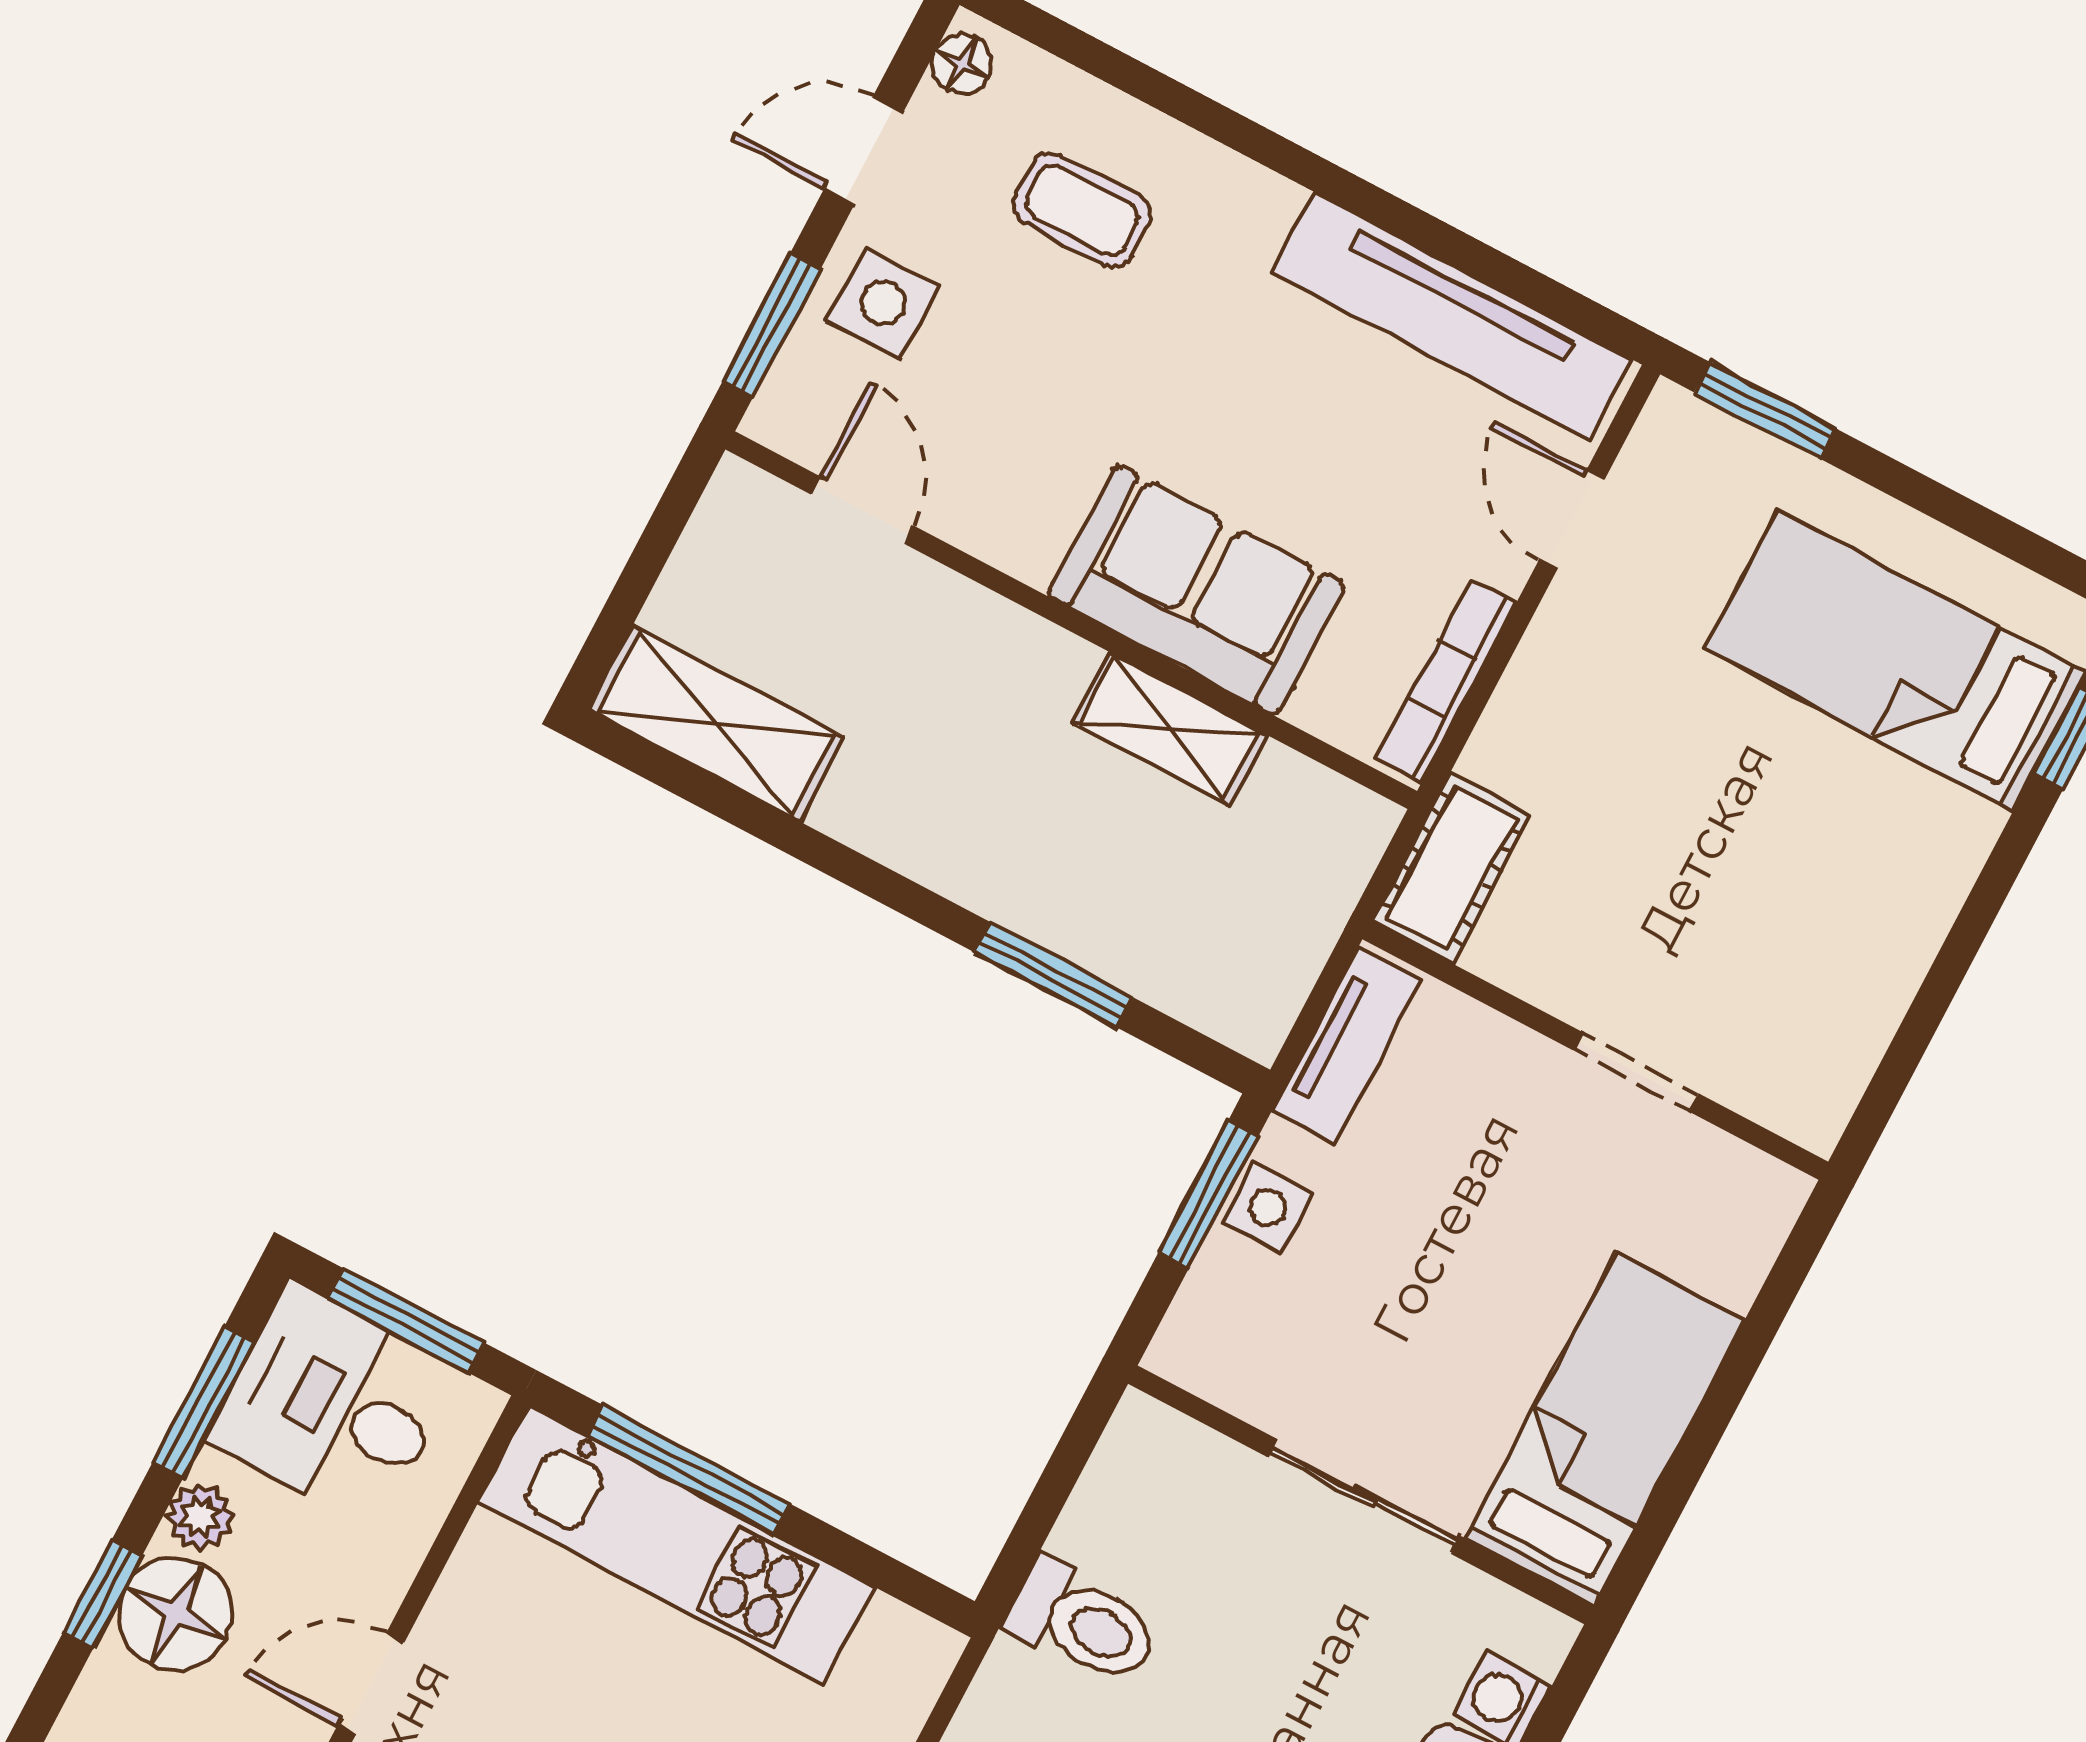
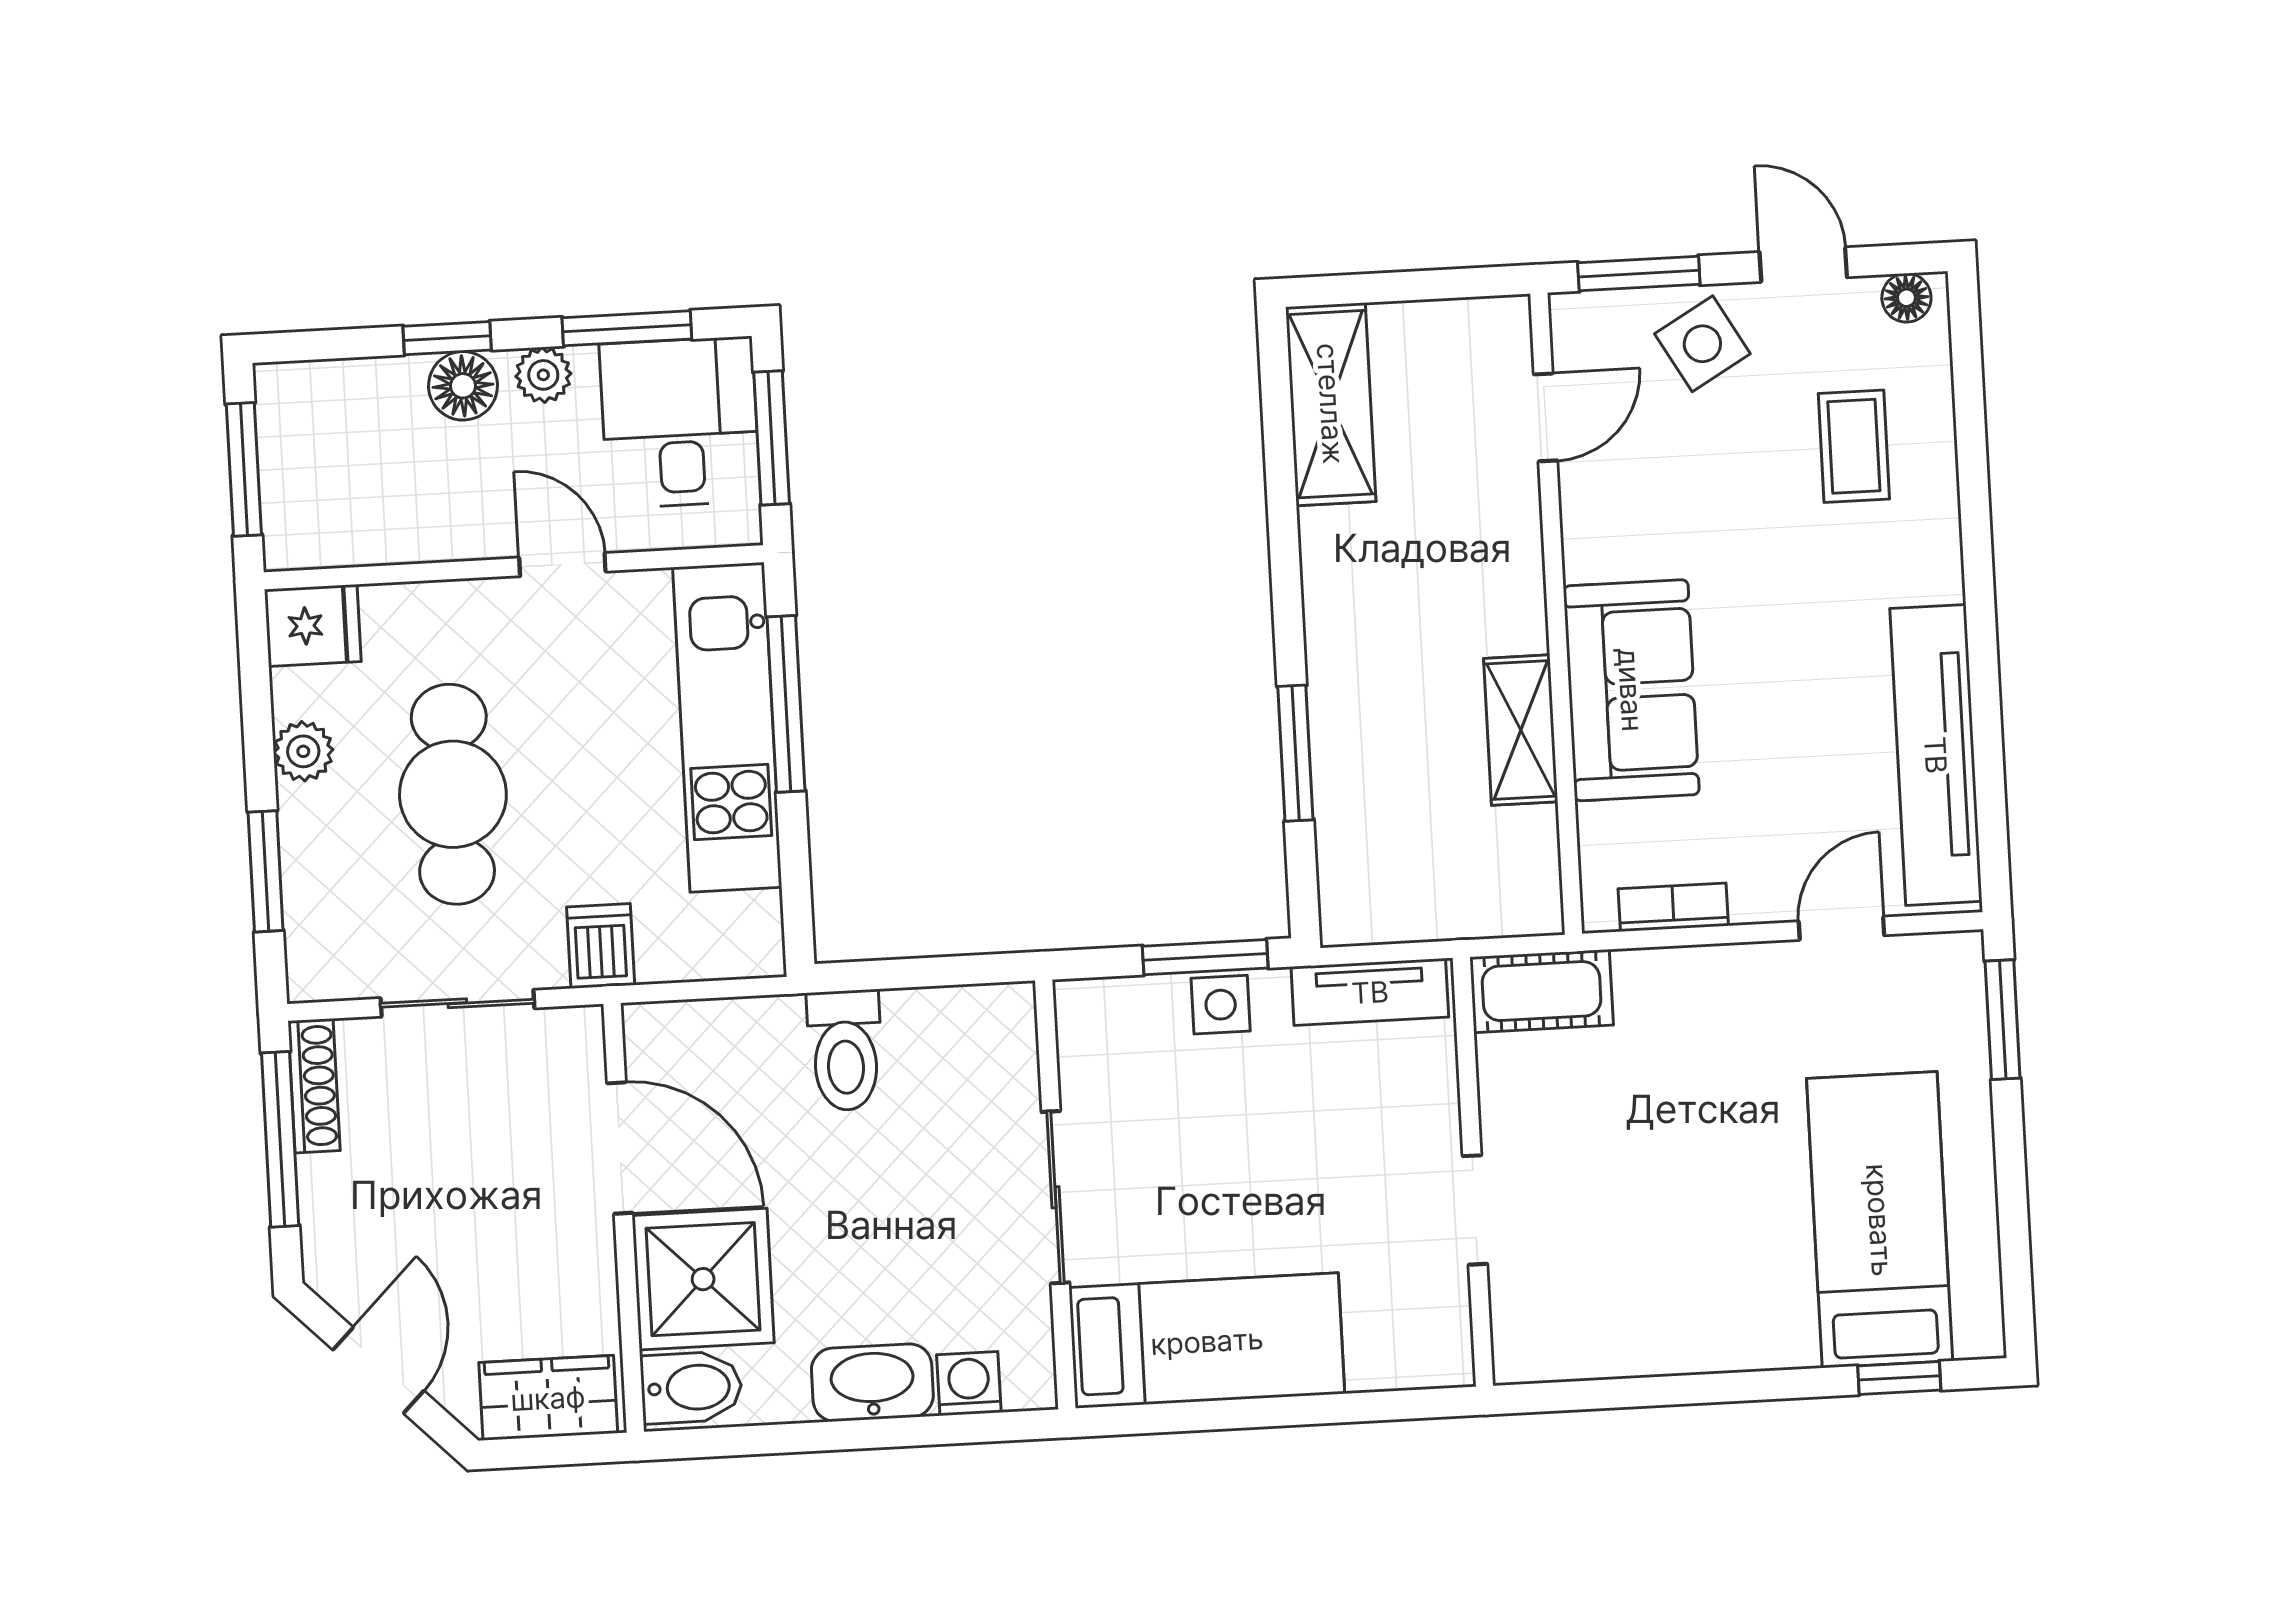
side table: (883, 303) -> (1702, 344), turned -30
bookcase: (1446, 681) -> (1673, 907), width x0.64
floor lamp: (176, 1614) -> (463, 386), width x0.73, depth x0.73
door: (371, 1684) -> (562, 565), moved

